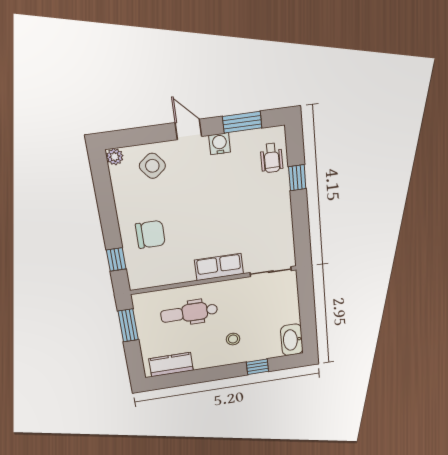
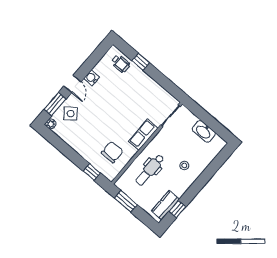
window: (242, 122) -> (55, 104), moved
door: (188, 129) -> (72, 84), swing flipped
chair: (150, 234) -> (112, 152), moved
washbasin: (292, 340) -> (204, 131), moved
window: (257, 367) -> (177, 209), moved

